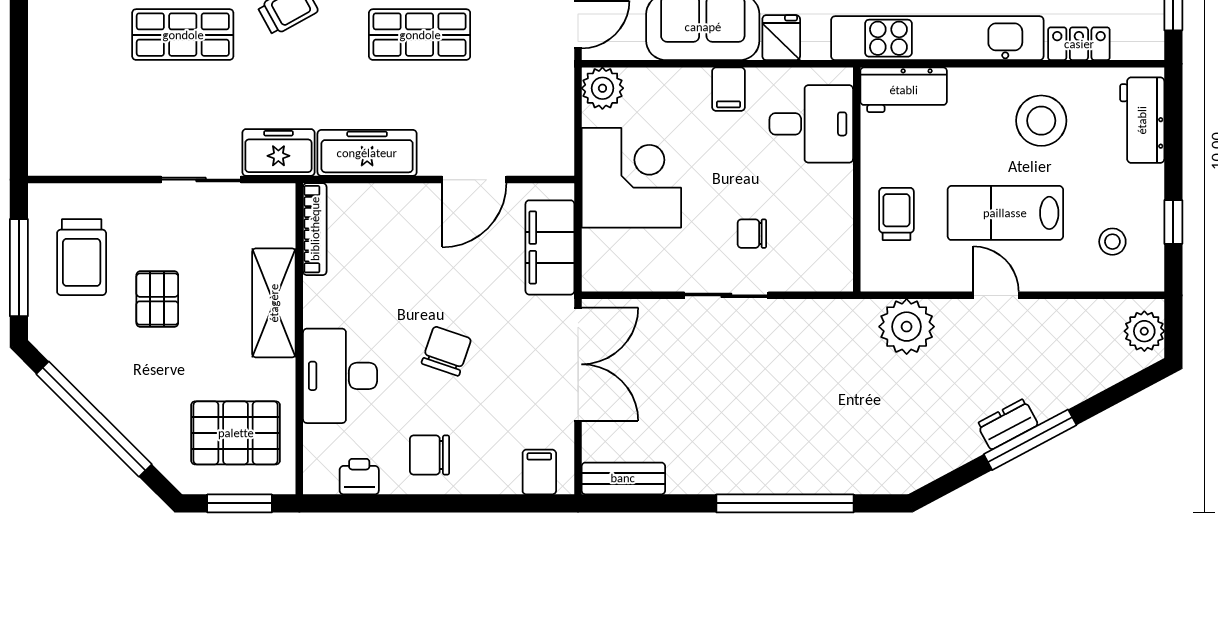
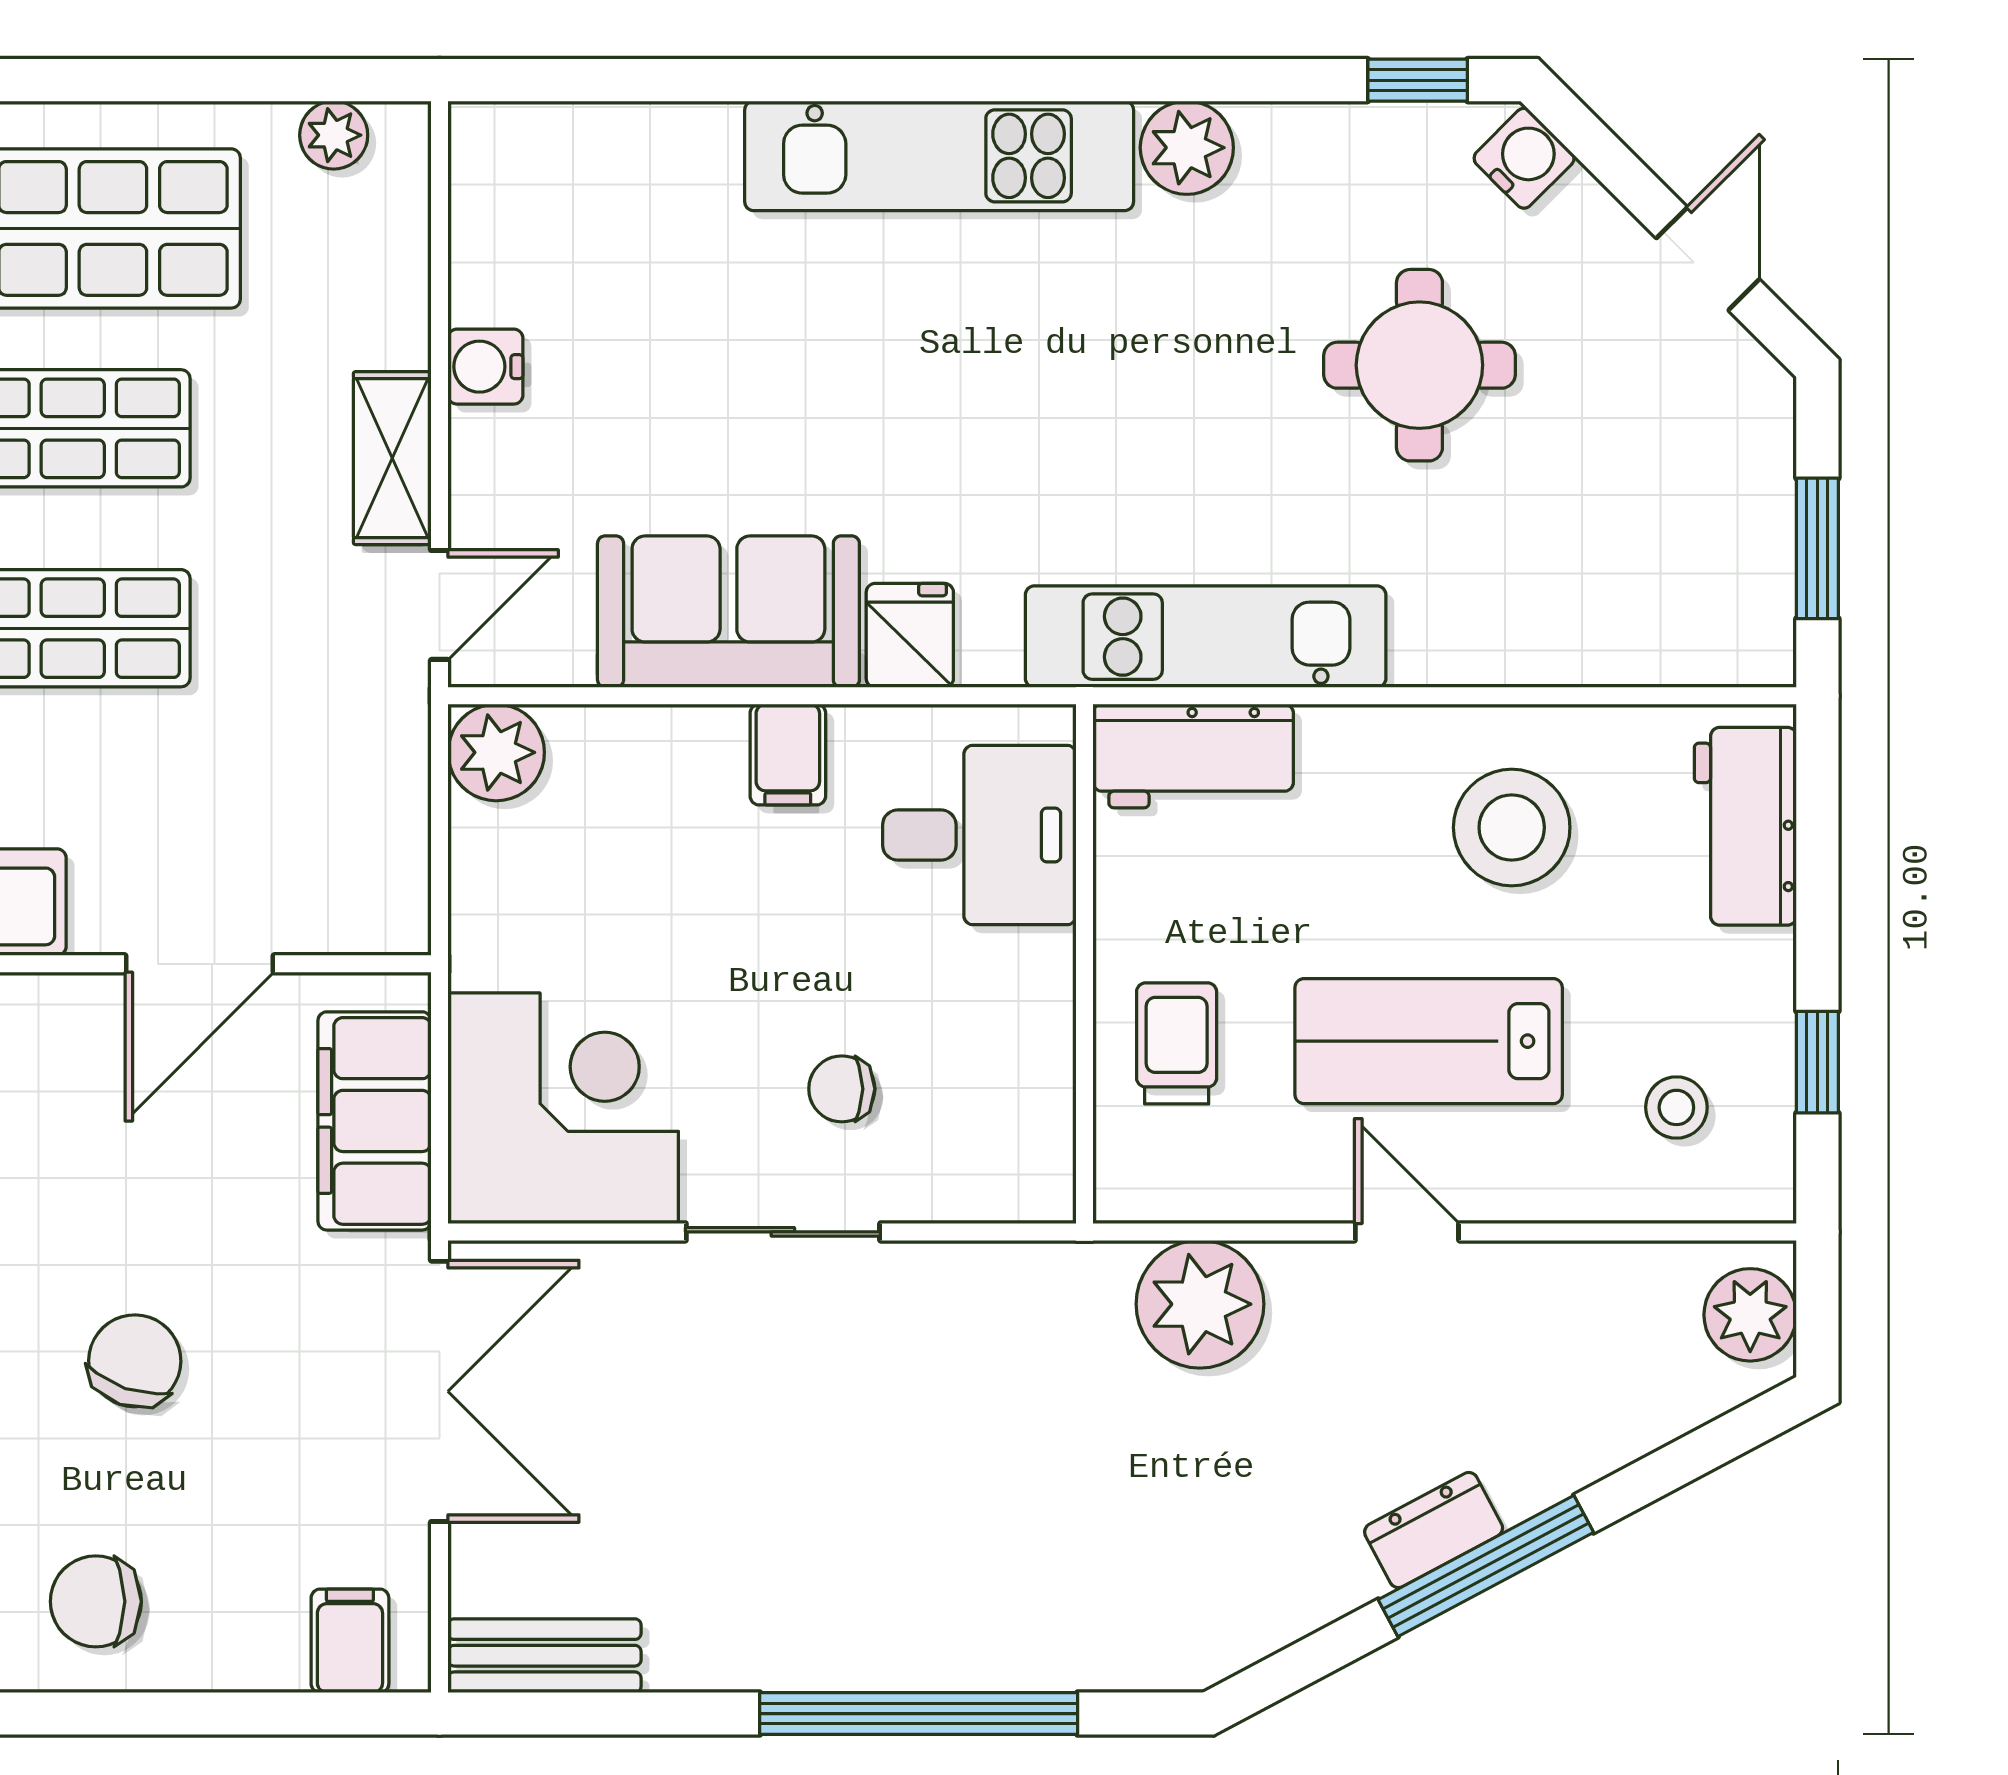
kitchen unit: (937, 38) -> (1206, 637), width x0.73
locker: (1079, 44) -> (1599, 649), removed
corner desk: (631, 178) -> (563, 1108), moved

